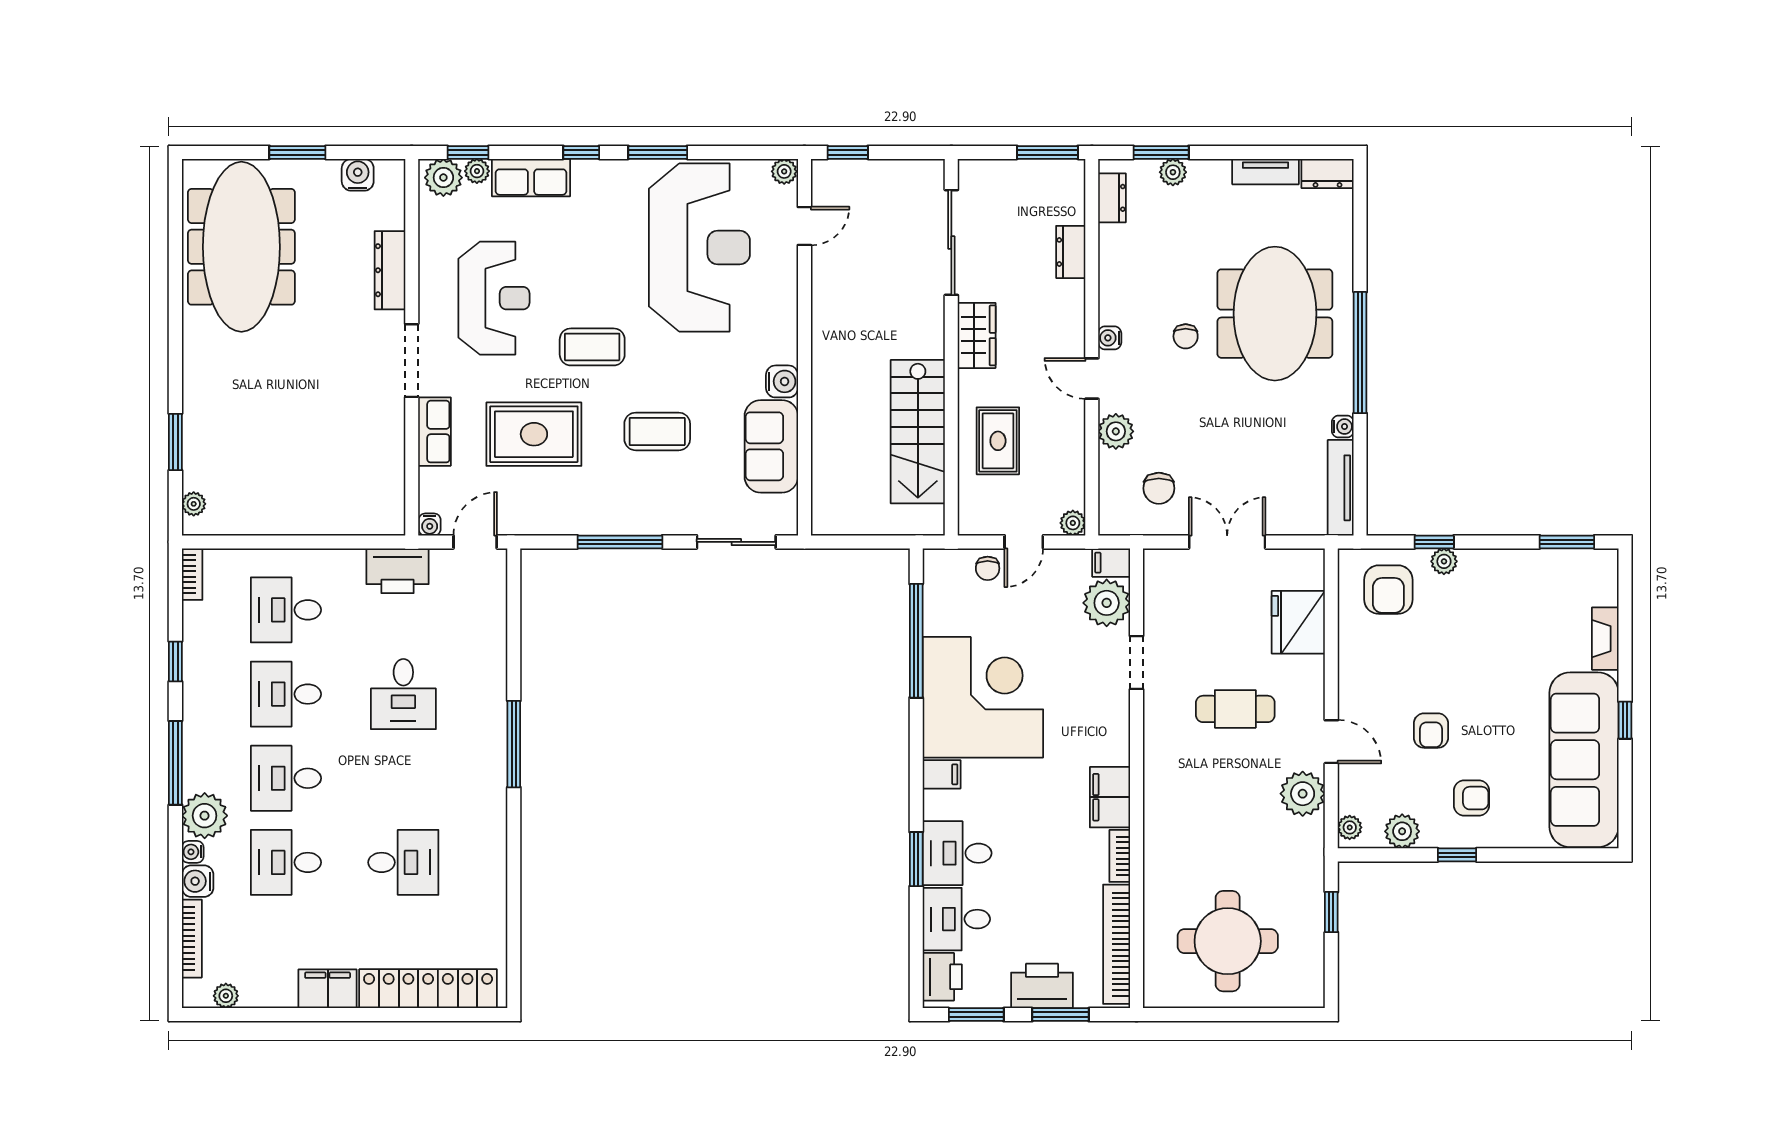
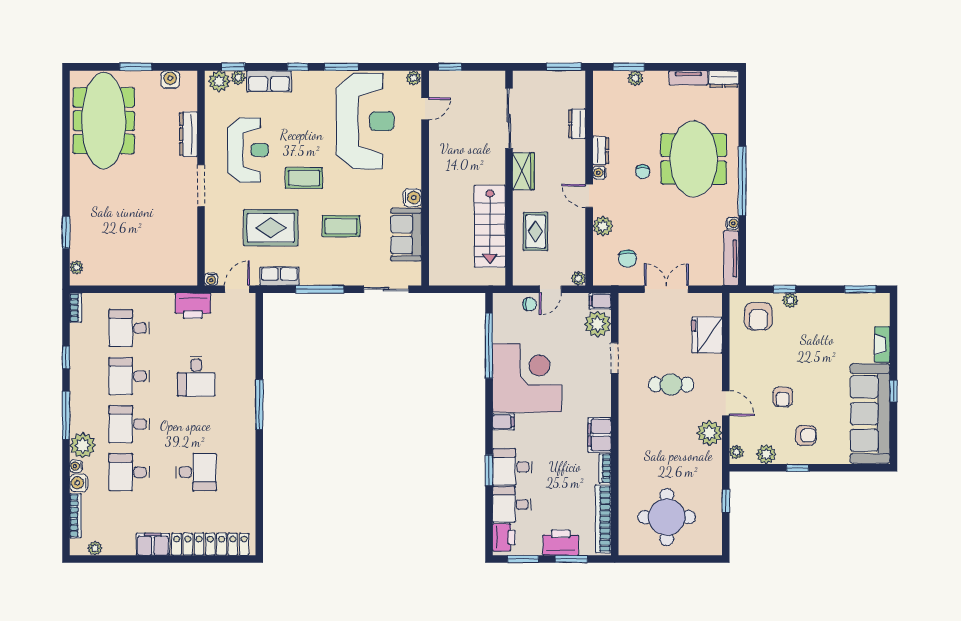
dresser: (1112, 198) -> (601, 151), moved
row of seats: (434, 432) -> (279, 276), moved, turned -90
chair: (988, 568) -> (530, 304), turned -90

